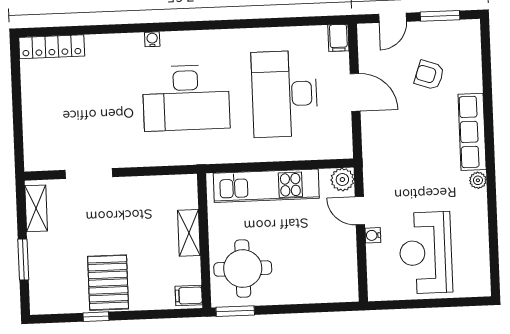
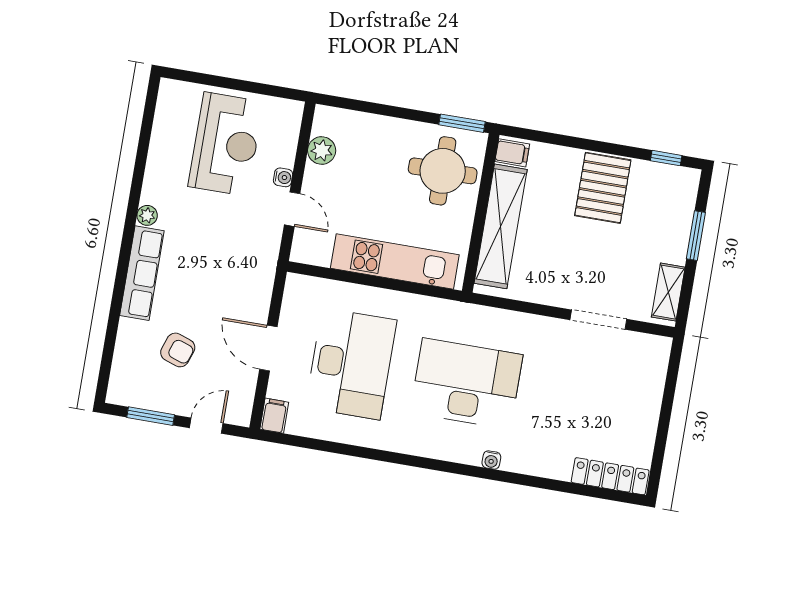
plant: (342, 180) -> (322, 151), moved
shelving: (189, 233) -> (501, 226), width x2.20, depth x1.33
window: (96, 317) -> (666, 158), moved

